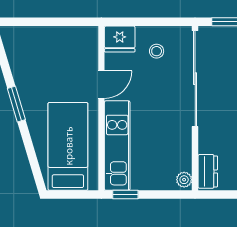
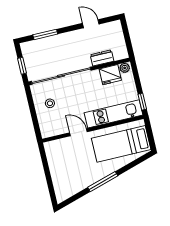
fridge: (120, 39) -> (110, 75), moved, turned 90
window: (16, 104) -> (103, 182), width x1.44
dresser: (208, 171) -> (102, 58), moved

